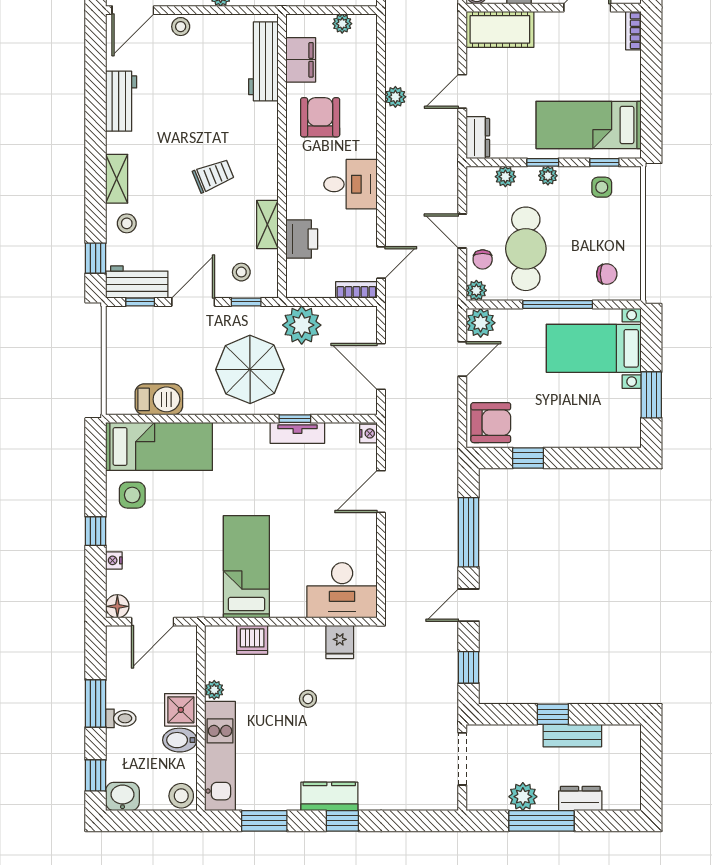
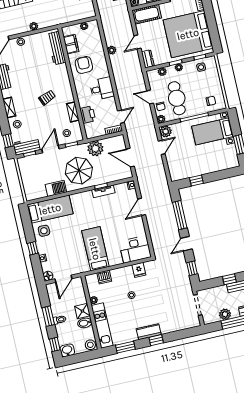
bed: (589, 125) -> (188, 34), width x2.04
barbecue: (159, 399) -> (56, 188), moved
armchair: (491, 423) -> (179, 170), removed

